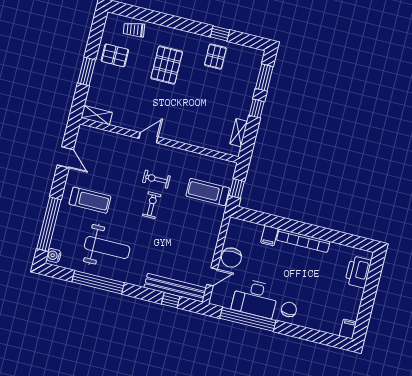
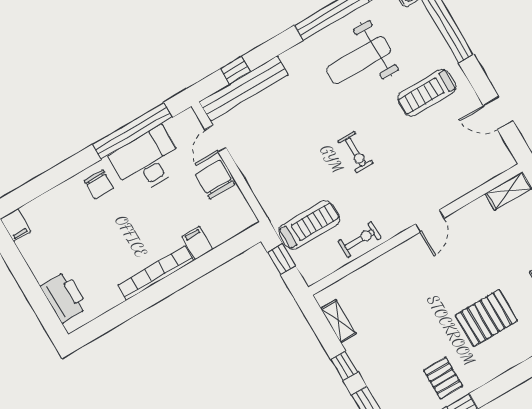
pallet: (167, 65) -> (486, 318), turned 90
exercise bike: (156, 179) -> (360, 240), moved

